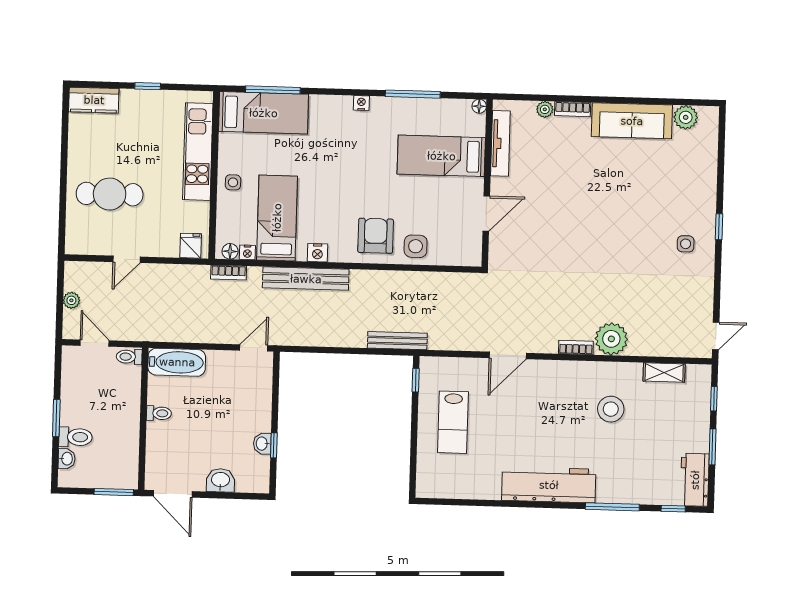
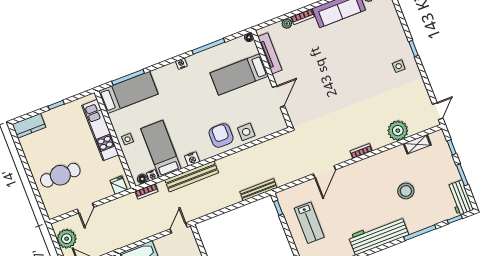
plant: (71, 300) -> (67, 239), width x1.88, depth x1.88
plant: (611, 339) -> (398, 131), moved
stool: (611, 409) -> (406, 191), moved

